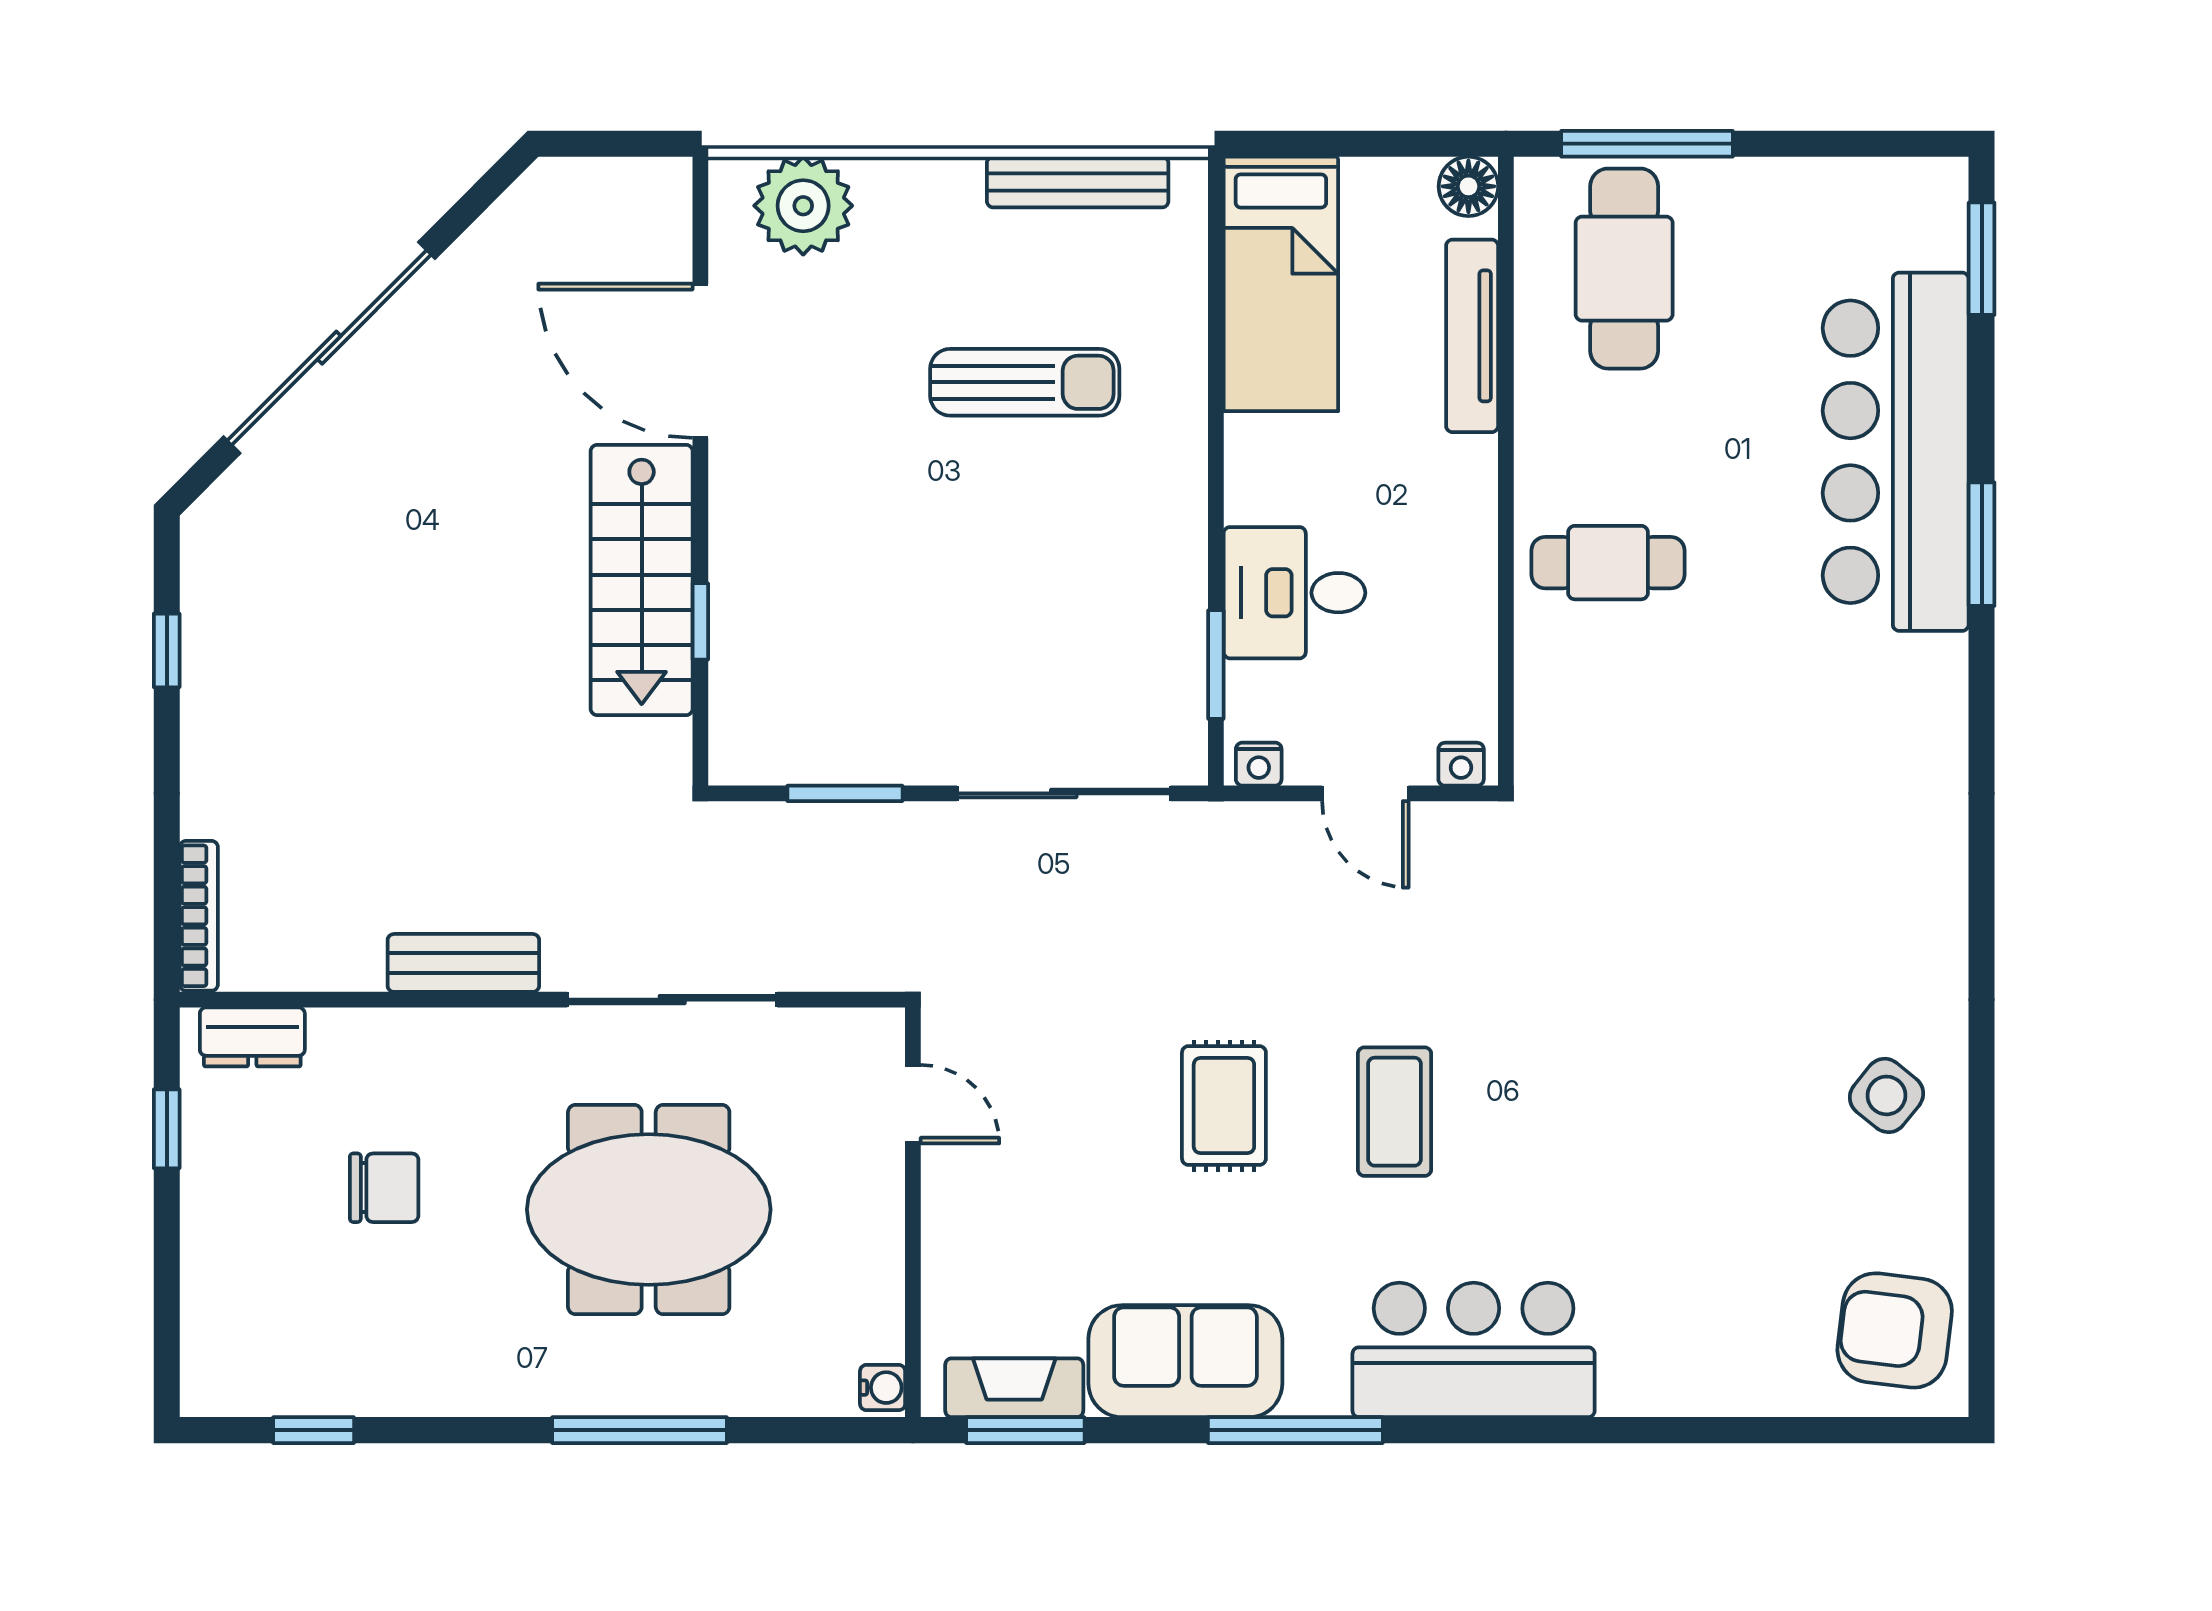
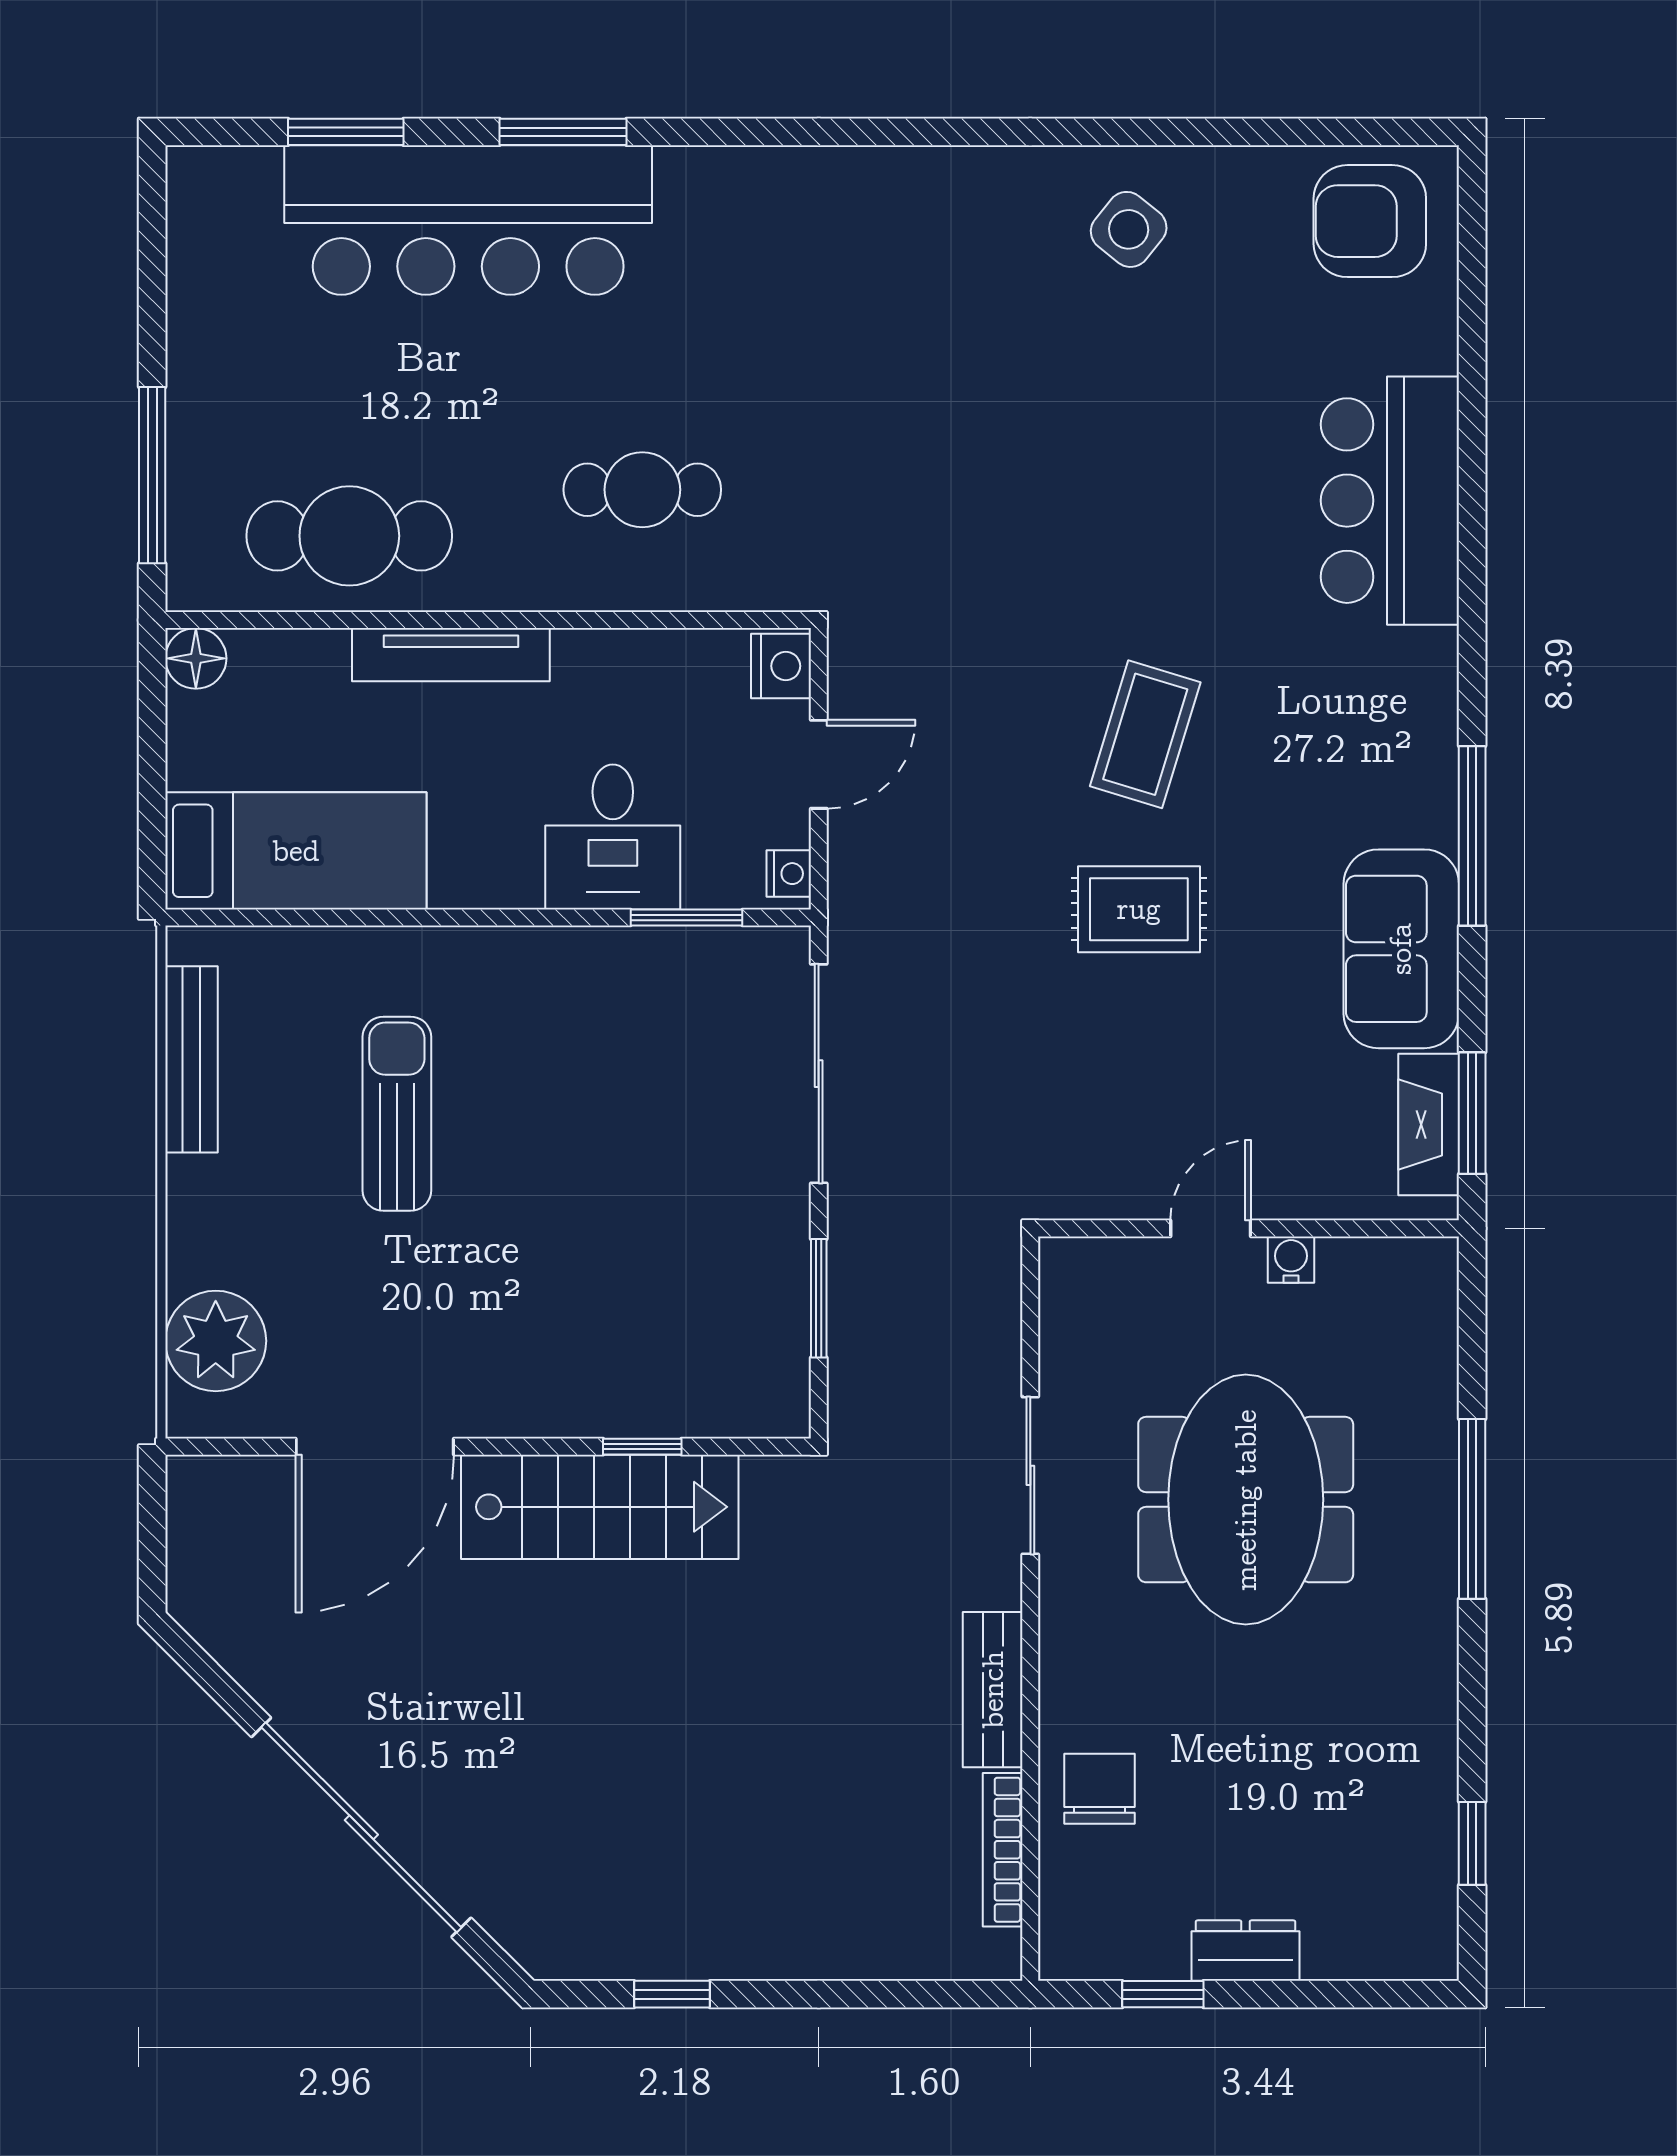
window: (1982, 259) -> (346, 132), moved
cafe table: (1624, 269) -> (349, 536), moved
tv unit: (1472, 336) -> (451, 655), moved
cafe table: (1608, 563) -> (642, 490), moved, turned 90
nightstand: (1461, 764) -> (781, 666), width x1.39, depth x1.35
bookcase: (199, 916) -> (1003, 1850), moved, turned -90
sliding door: (672, 1000) -> (1030, 1475), width x0.73
dresser: (252, 1037) -> (1245, 1951), moved, turned -90
door: (913, 1104) -> (1211, 1228), moved
coffee table: (1395, 1112) -> (1145, 734), turned -73
chair: (384, 1188) -> (1100, 1789), moved
armchair: (1895, 1330) -> (1370, 221), turned 83
bar counter: (1474, 1350) -> (1390, 501), moved
water cooler: (883, 1388) -> (1291, 1260), moved

